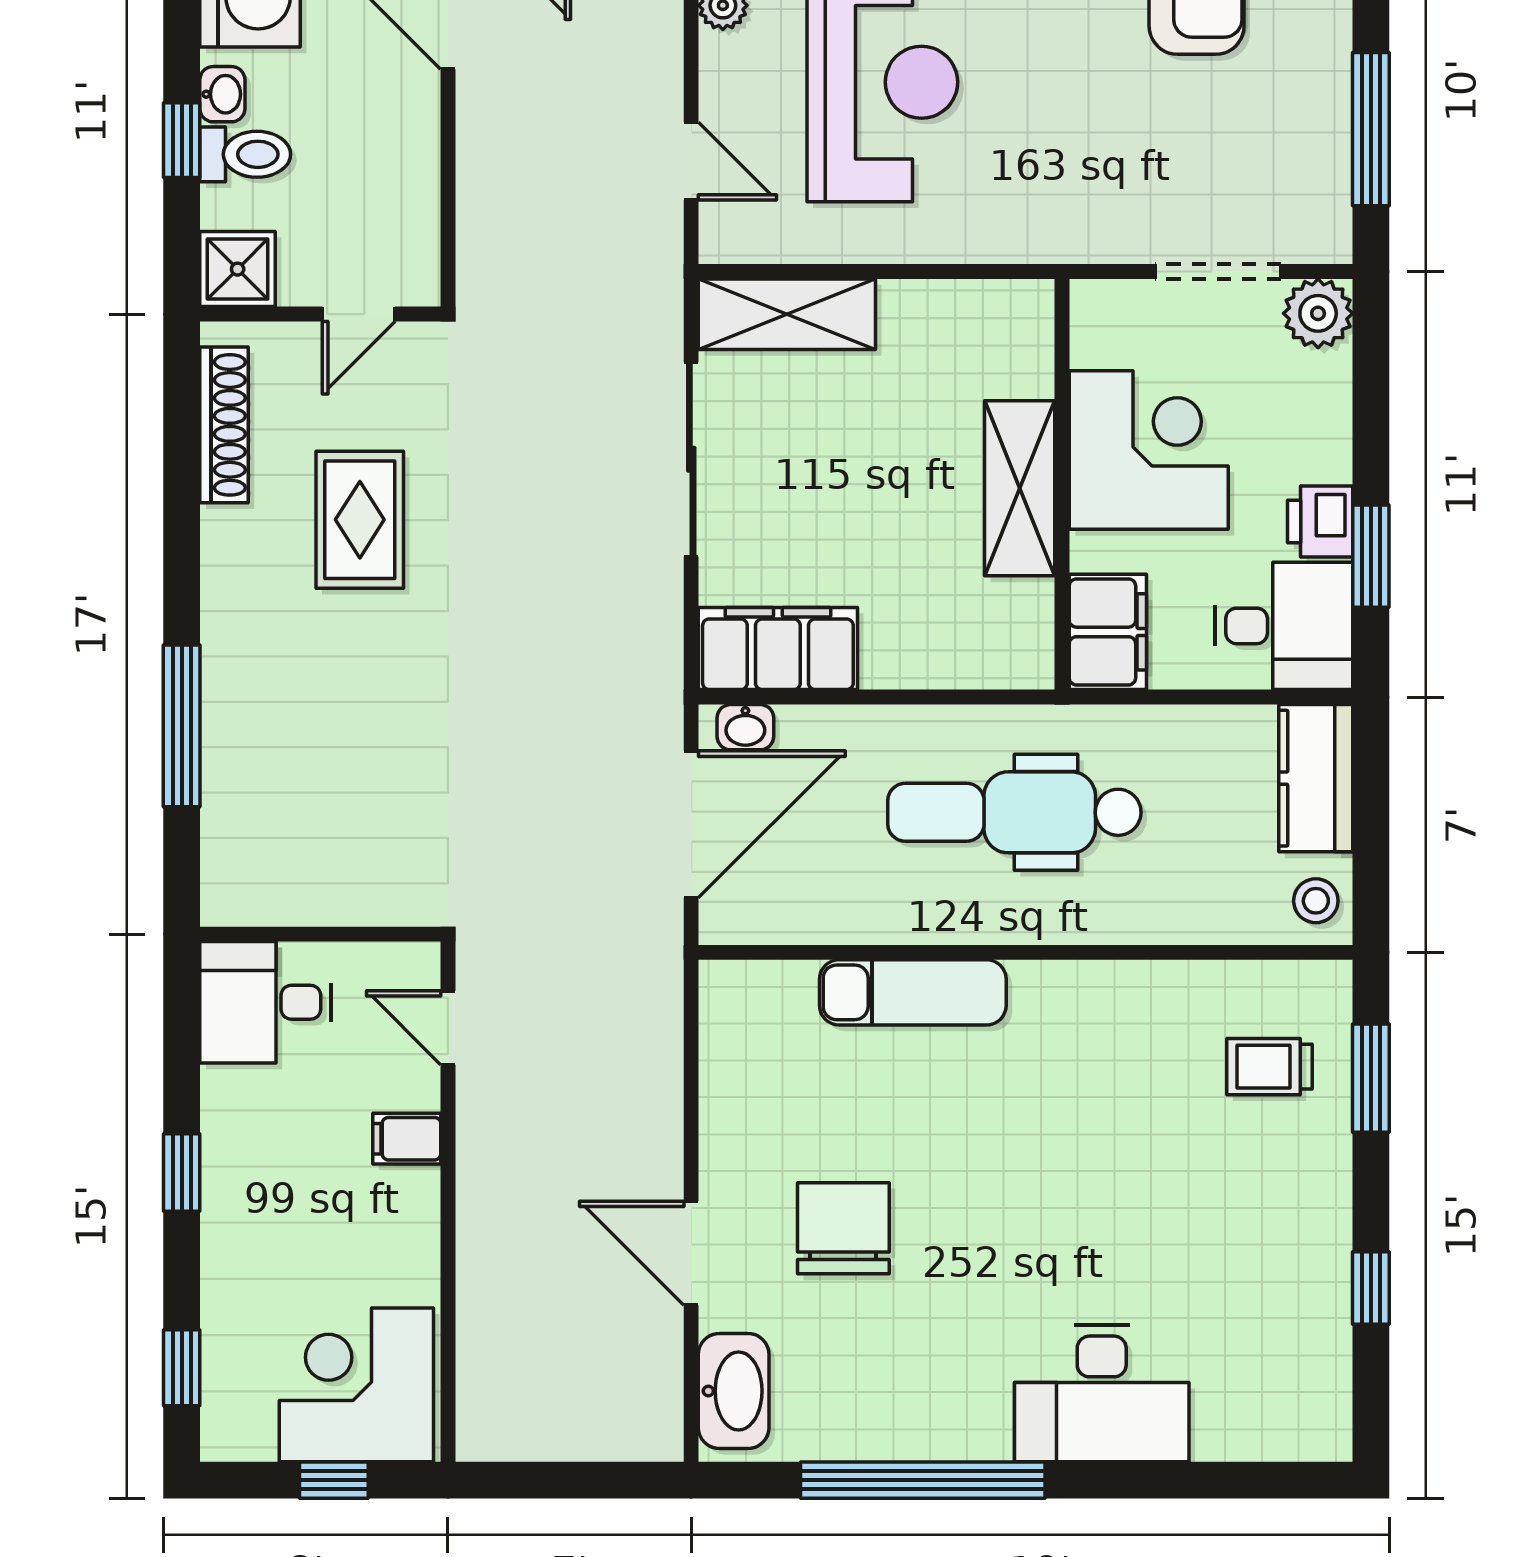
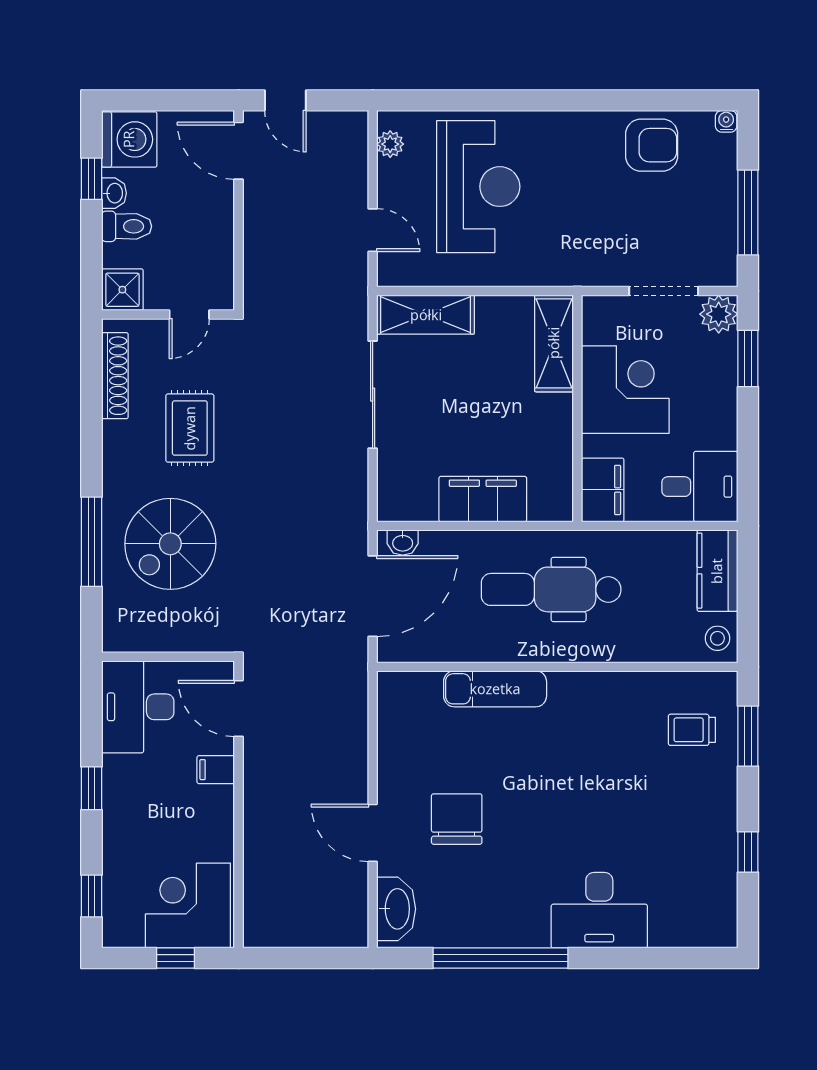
window: (182, 140) -> (92, 179), moved
shelving: (1020, 488) -> (554, 343), moved
printer: (1320, 521) -> (720, 429), removed
window: (1371, 556) -> (748, 359), moved
filing cabinet: (778, 649) -> (483, 499), moved
spiral stairs: (324, 730) -> (170, 544), added
desk: (265, 1002) -> (138, 707), width x1.37
door: (448, 1028) -> (239, 708), width x1.37

